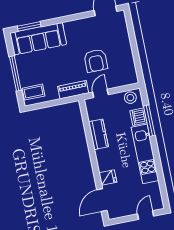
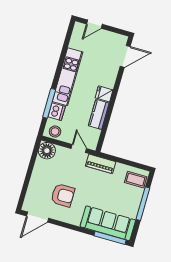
window: (29, 26) -> (110, 238), width x1.44
armchair: (96, 61) -> (63, 195), moved, turned 90
floor lamp: (129, 76) -> (47, 151), added
door: (100, 93) -> (79, 149), swing flipped
fridge: (108, 178) -> (104, 94), moved

